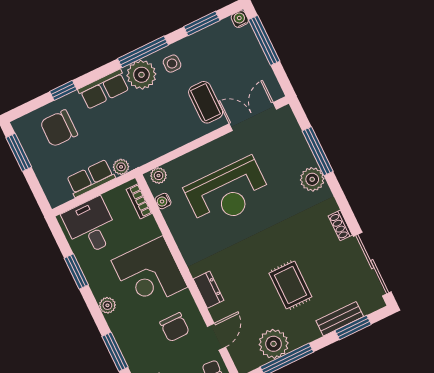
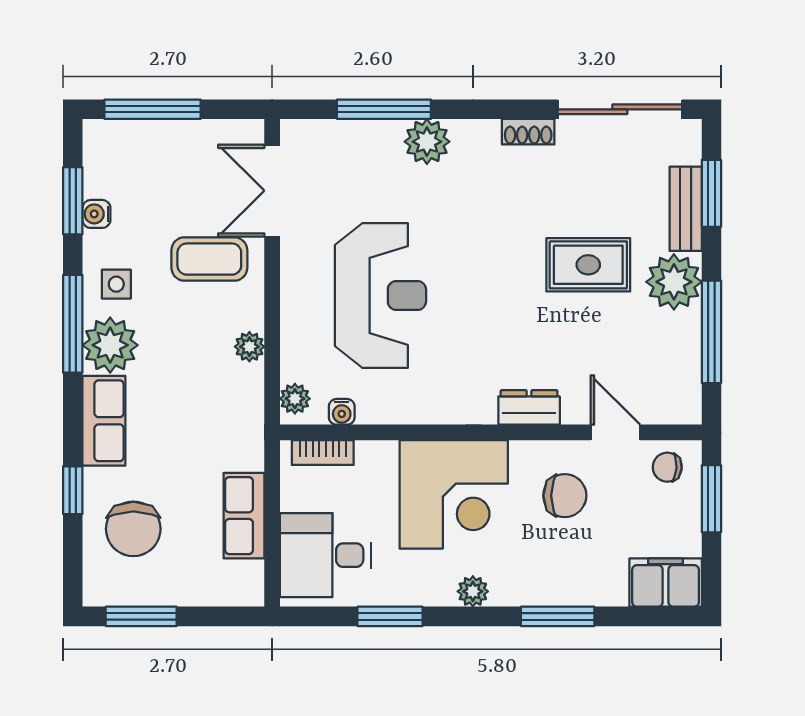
water cooler: (240, 19) -> (96, 214), moved
plant: (121, 167) -> (249, 347), moved
plant: (274, 344) -> (674, 282), moved

